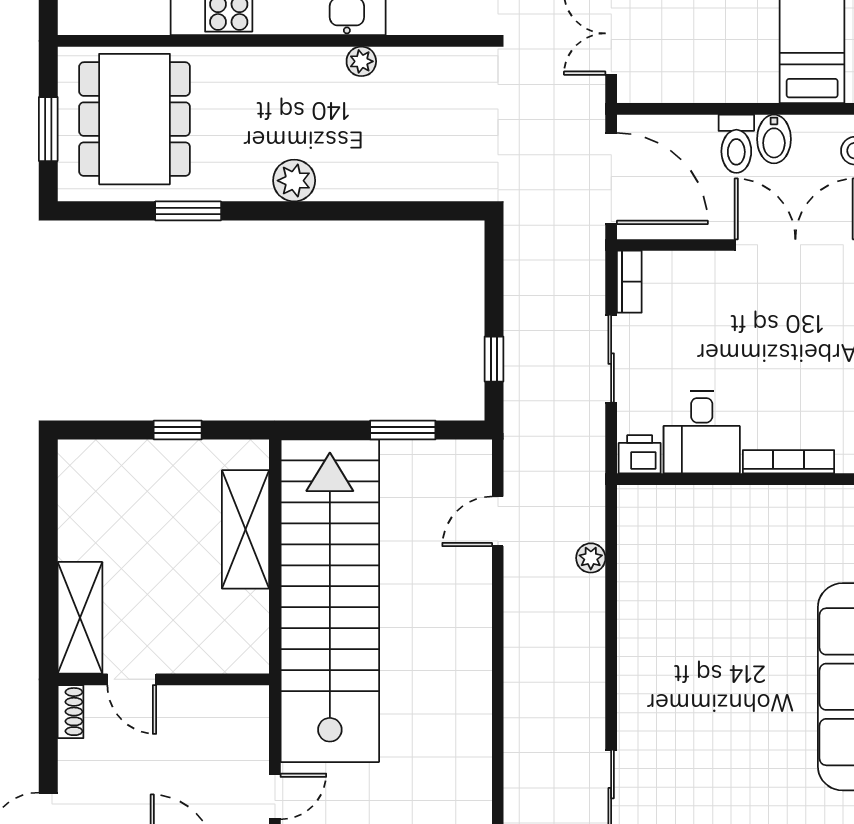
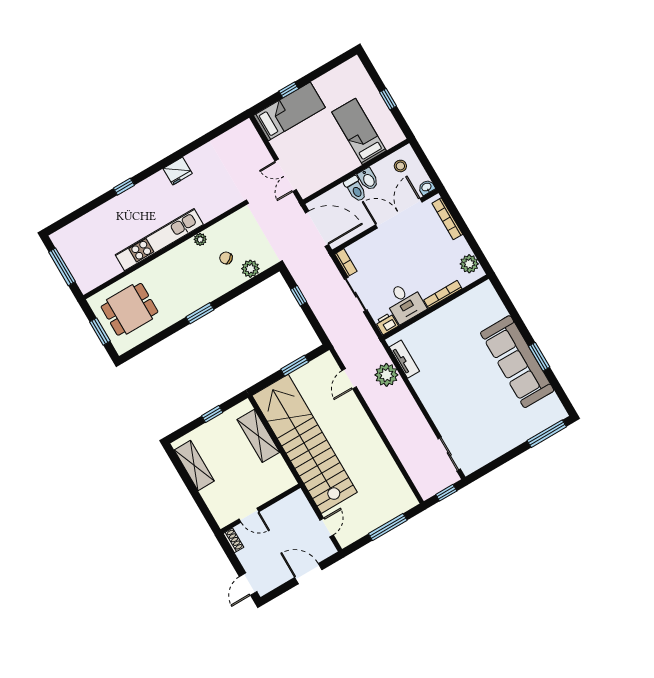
dining table: (135, 119) -> (129, 309), width x0.73
chair: (392, 130) -> (226, 258), added
plant: (294, 181) -> (250, 269), moved
window: (188, 211) -> (200, 313), moved
window: (494, 359) -> (299, 296), moved
tv unit: (633, 547) -> (404, 359), added
plant: (591, 558) -> (386, 375), width x1.87, depth x1.87
shelving: (80, 618) -> (194, 466), moved

